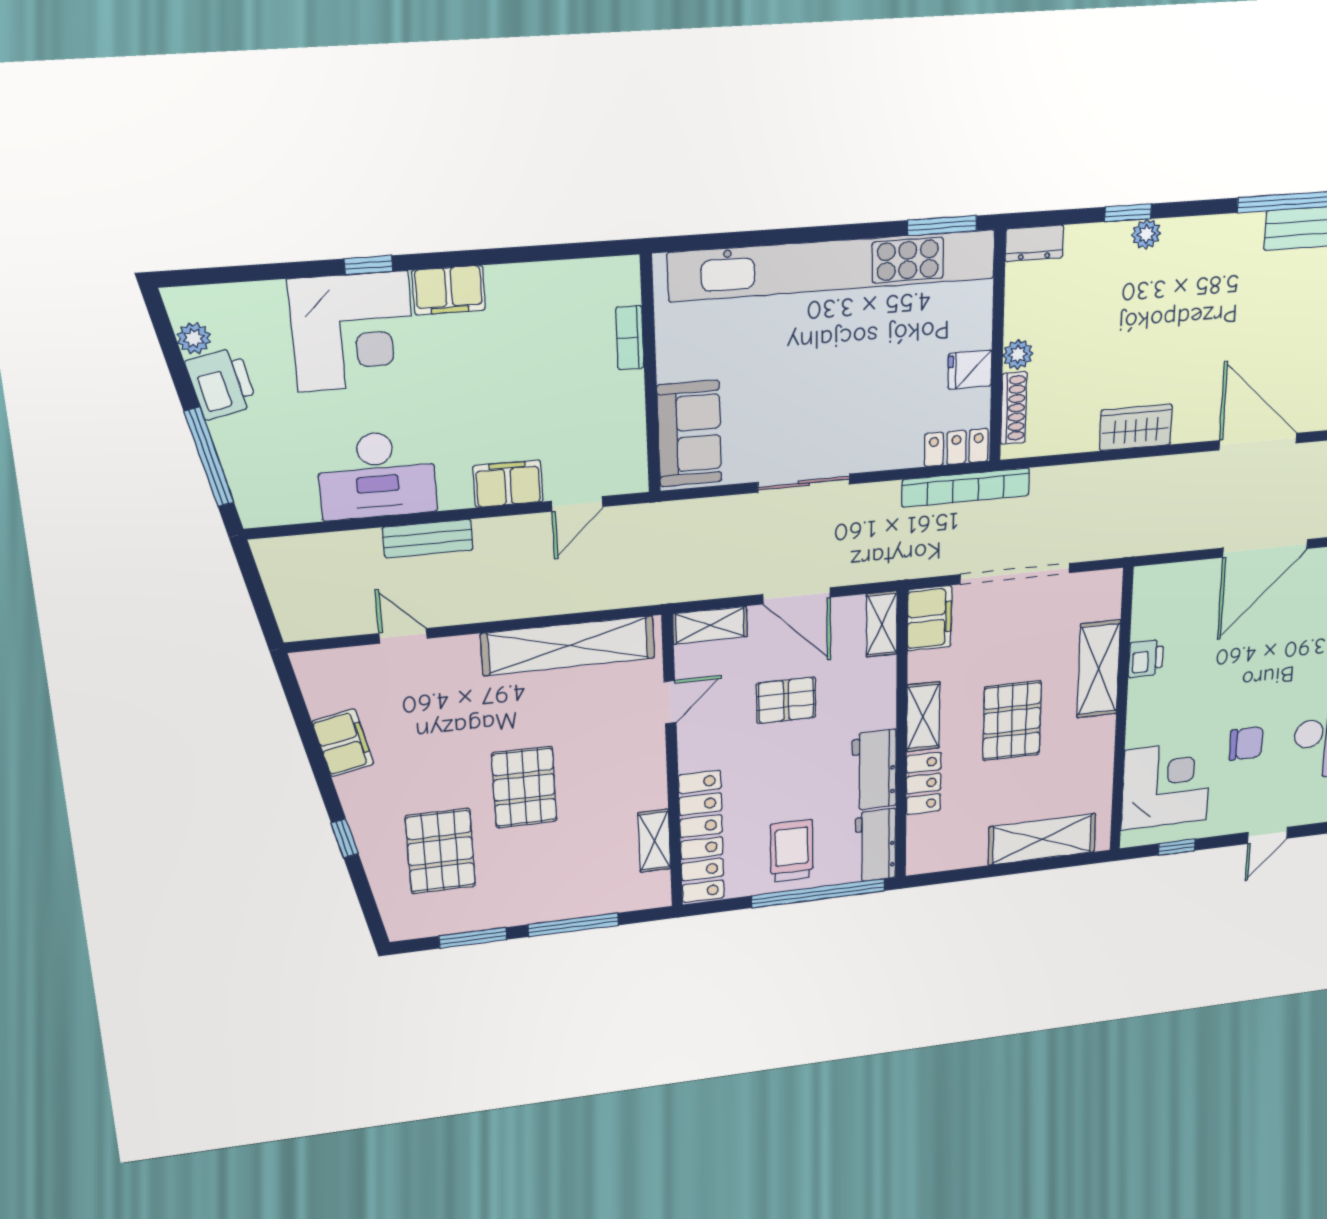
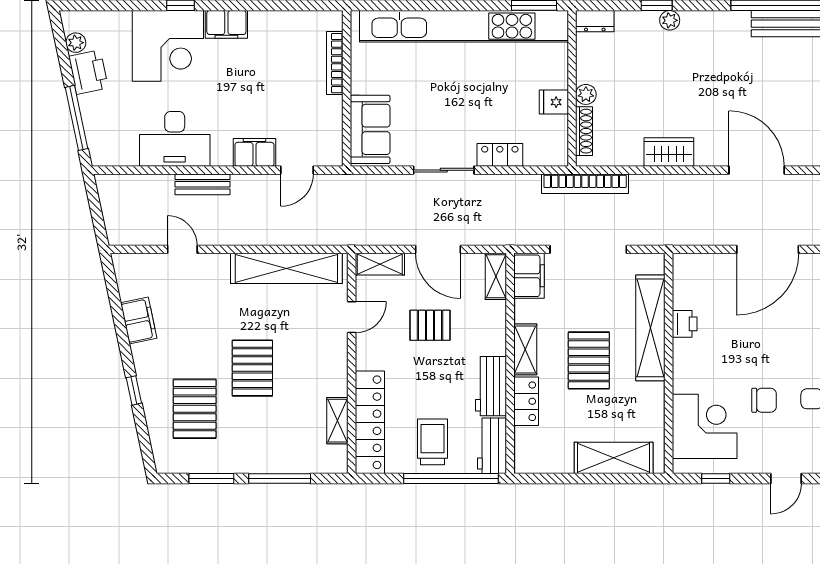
bookcase: (630, 338) -> (335, 63), width x1.56
locker: (956, 448) -> (500, 155), moved
bookcase: (966, 488) -> (585, 184), moved
shelving: (1099, 669) -> (650, 328), width x1.47

